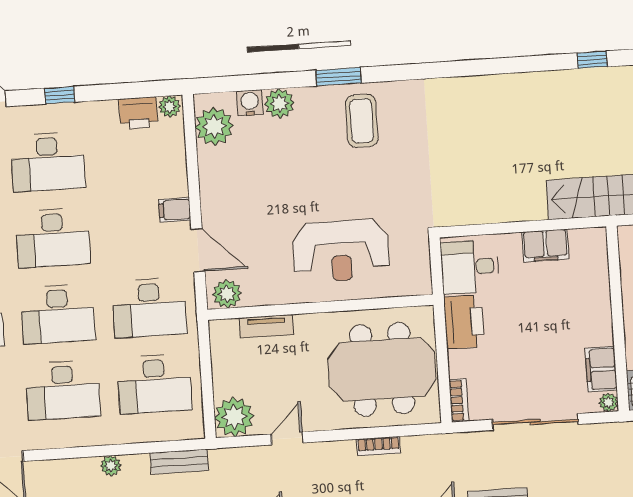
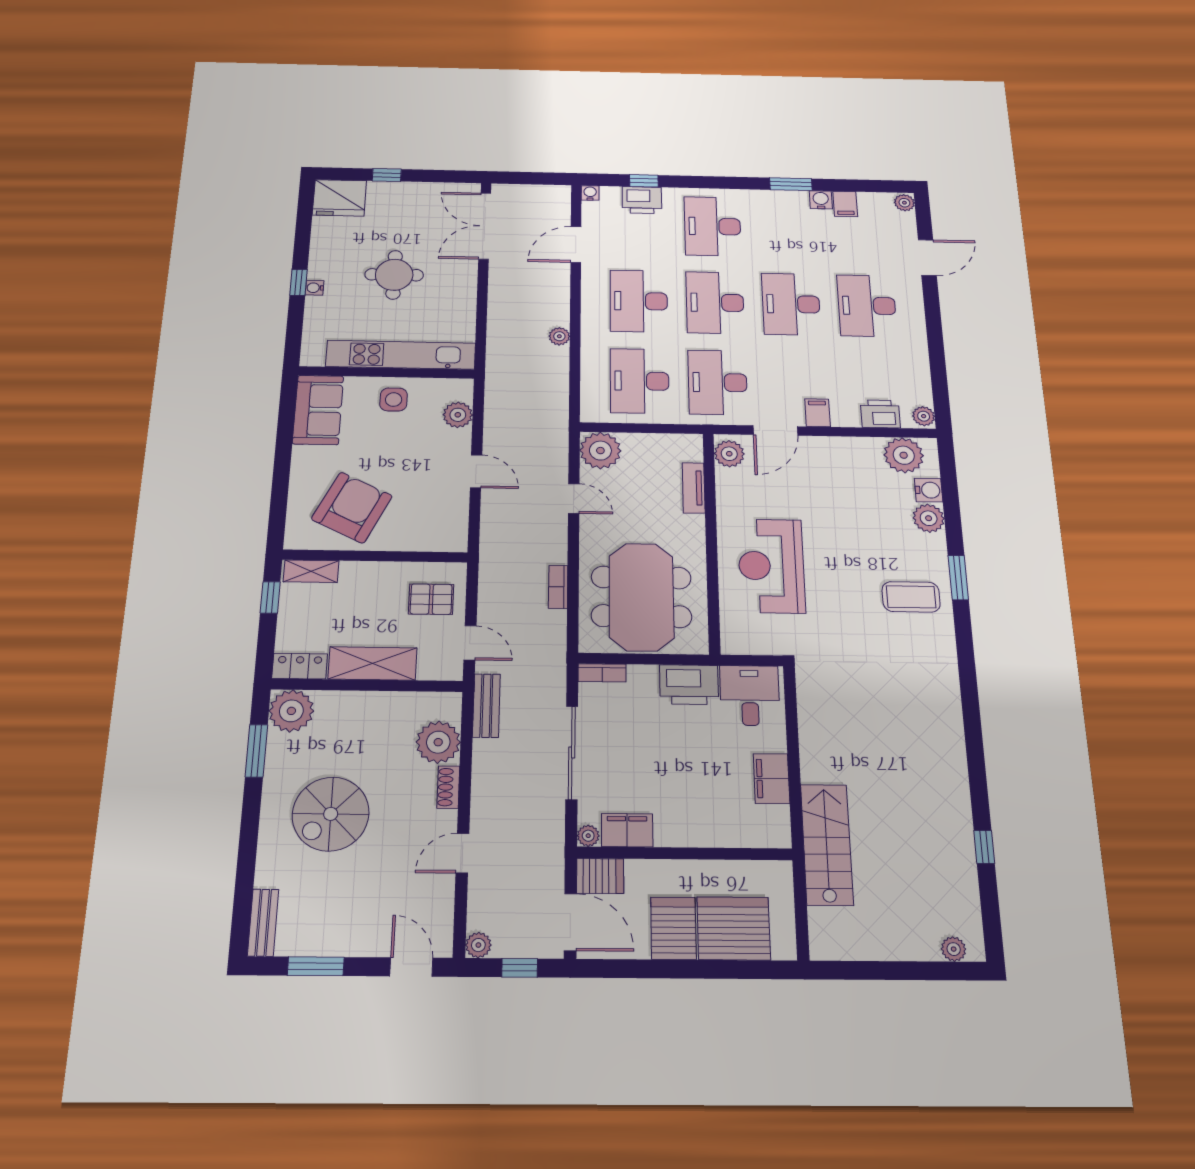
window: (60, 95) -> (933, 321), removed
printer: (138, 113) -> (880, 414), moved, turned 90
bench: (179, 462) -> (558, 397), removed

